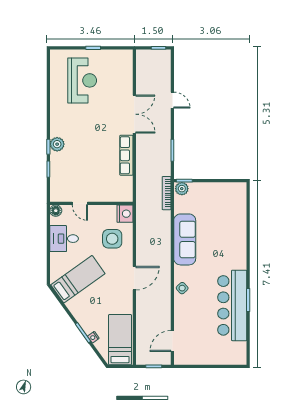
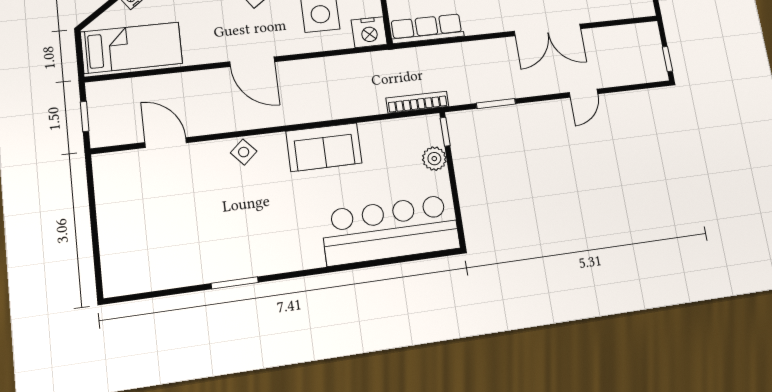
row of seats: (126, 155) -> (427, 29), moved
plant: (182, 189) -> (434, 159), moved
sofa: (185, 239) -> (324, 147), width x0.73
bar counter: (232, 305) -> (391, 230), moved
door: (172, 341) -> (166, 143), moved

